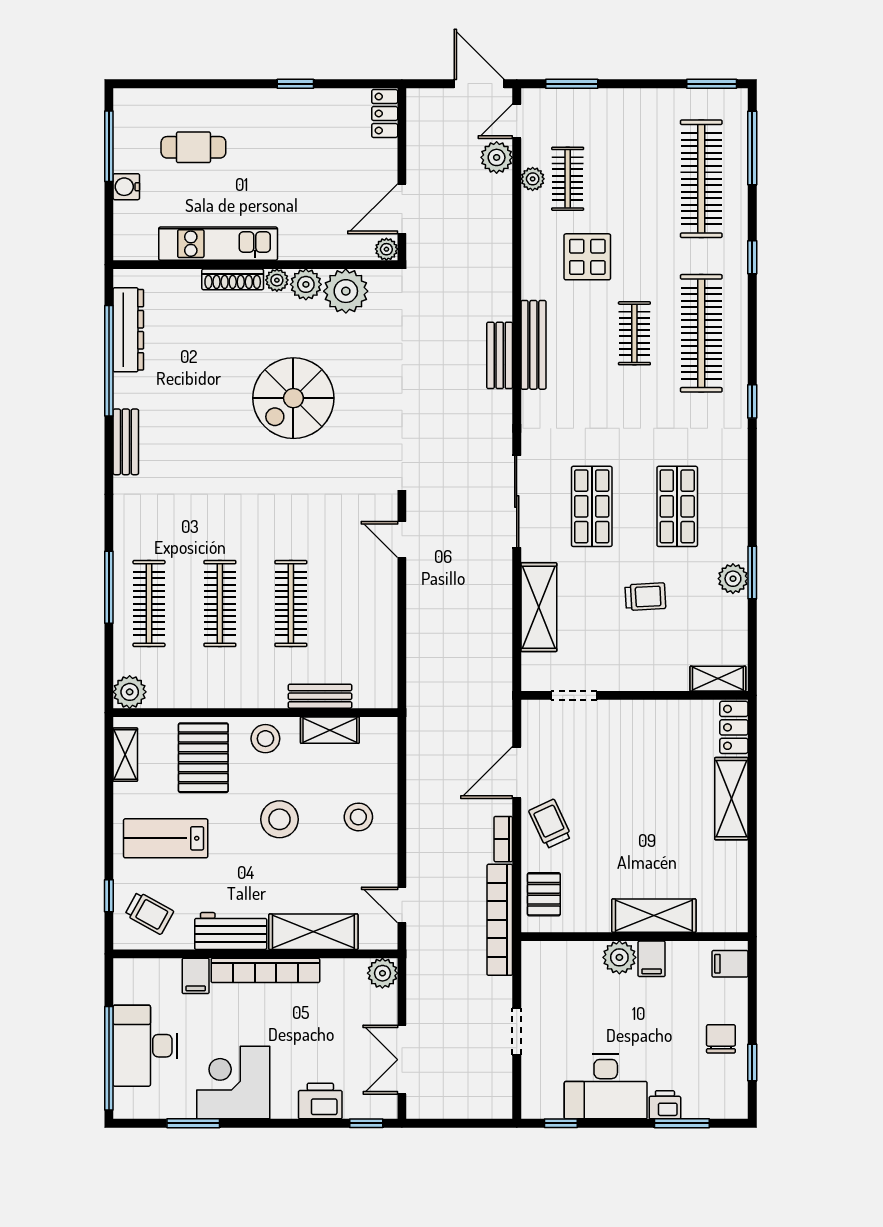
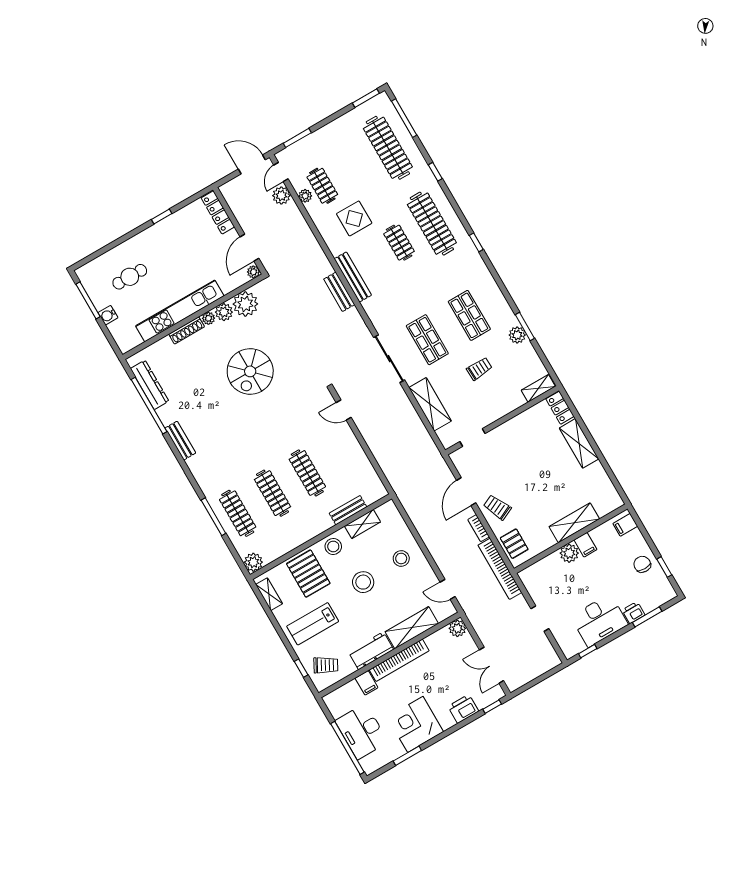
locker: (385, 114) -> (218, 212), width x1.53
kitchen unit: (218, 244) -> (180, 311), width x1.36

